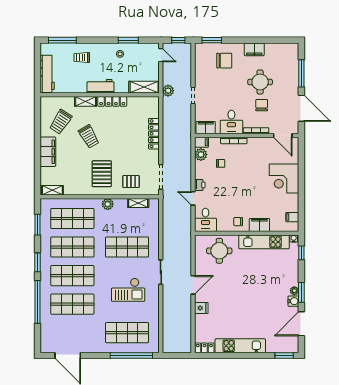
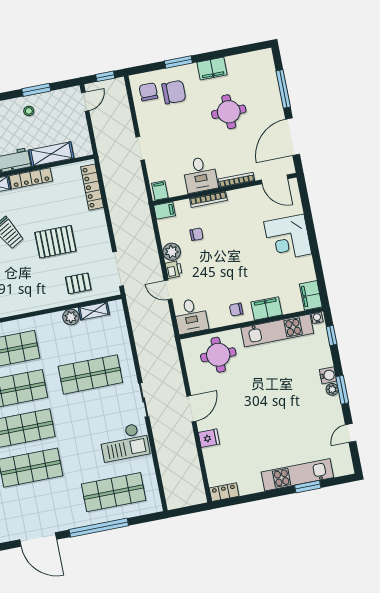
window: (212, 40) -> (178, 62), moved
door: (161, 55) -> (85, 102), hinge flipped
shelving: (144, 87) -> (51, 154), moved
plant: (168, 91) -> (105, 148), removed
chair: (262, 105) -> (148, 92), moved
door: (301, 108) -> (293, 137), swing flipped
filing cabinet: (206, 128) -> (160, 190), width x0.50
locker: (154, 134) -> (92, 187), moved
plant: (201, 155) -> (172, 252), moved
pallet: (102, 174) -> (55, 242), moved, turned 90
plant: (108, 204) -> (71, 317), moved
filing cabinet: (292, 217) -> (311, 295), width x2.00
checkout: (128, 290) -> (124, 442), moved
water cooler: (293, 301) -> (328, 375), moved
door: (301, 324) -> (351, 433), width x0.53
kitchen unit: (240, 346) -> (297, 475), moved
window: (131, 355) -> (99, 528), moved
window: (284, 355) -> (308, 487), moved

